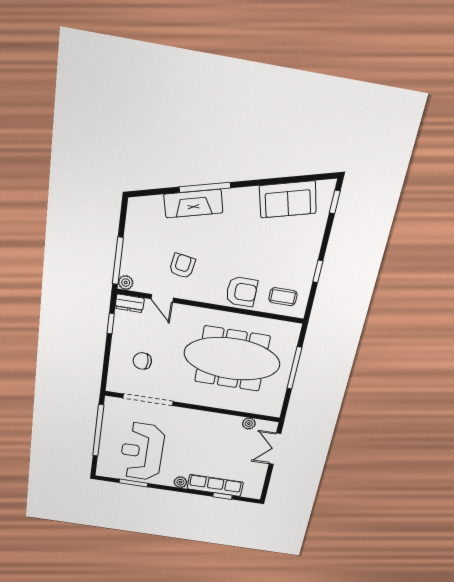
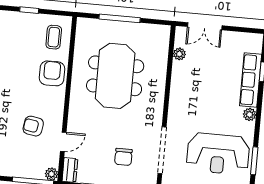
meeting table: (232, 359) -> (115, 76), width x0.73

